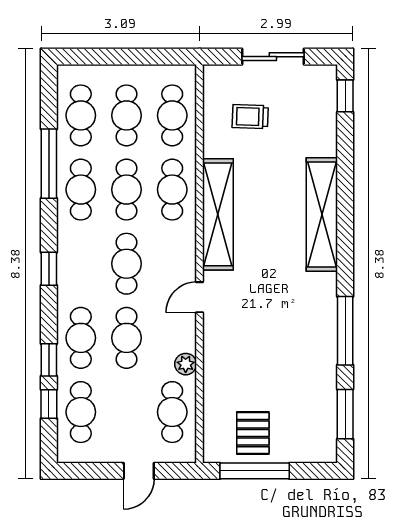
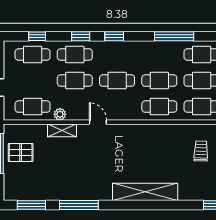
cafe table: (81, 190) -> (159, 54), removed
shelving: (218, 214) -> (62, 130), moved, width x0.45, depth x0.75
window: (49, 360) -> (81, 36), moved

